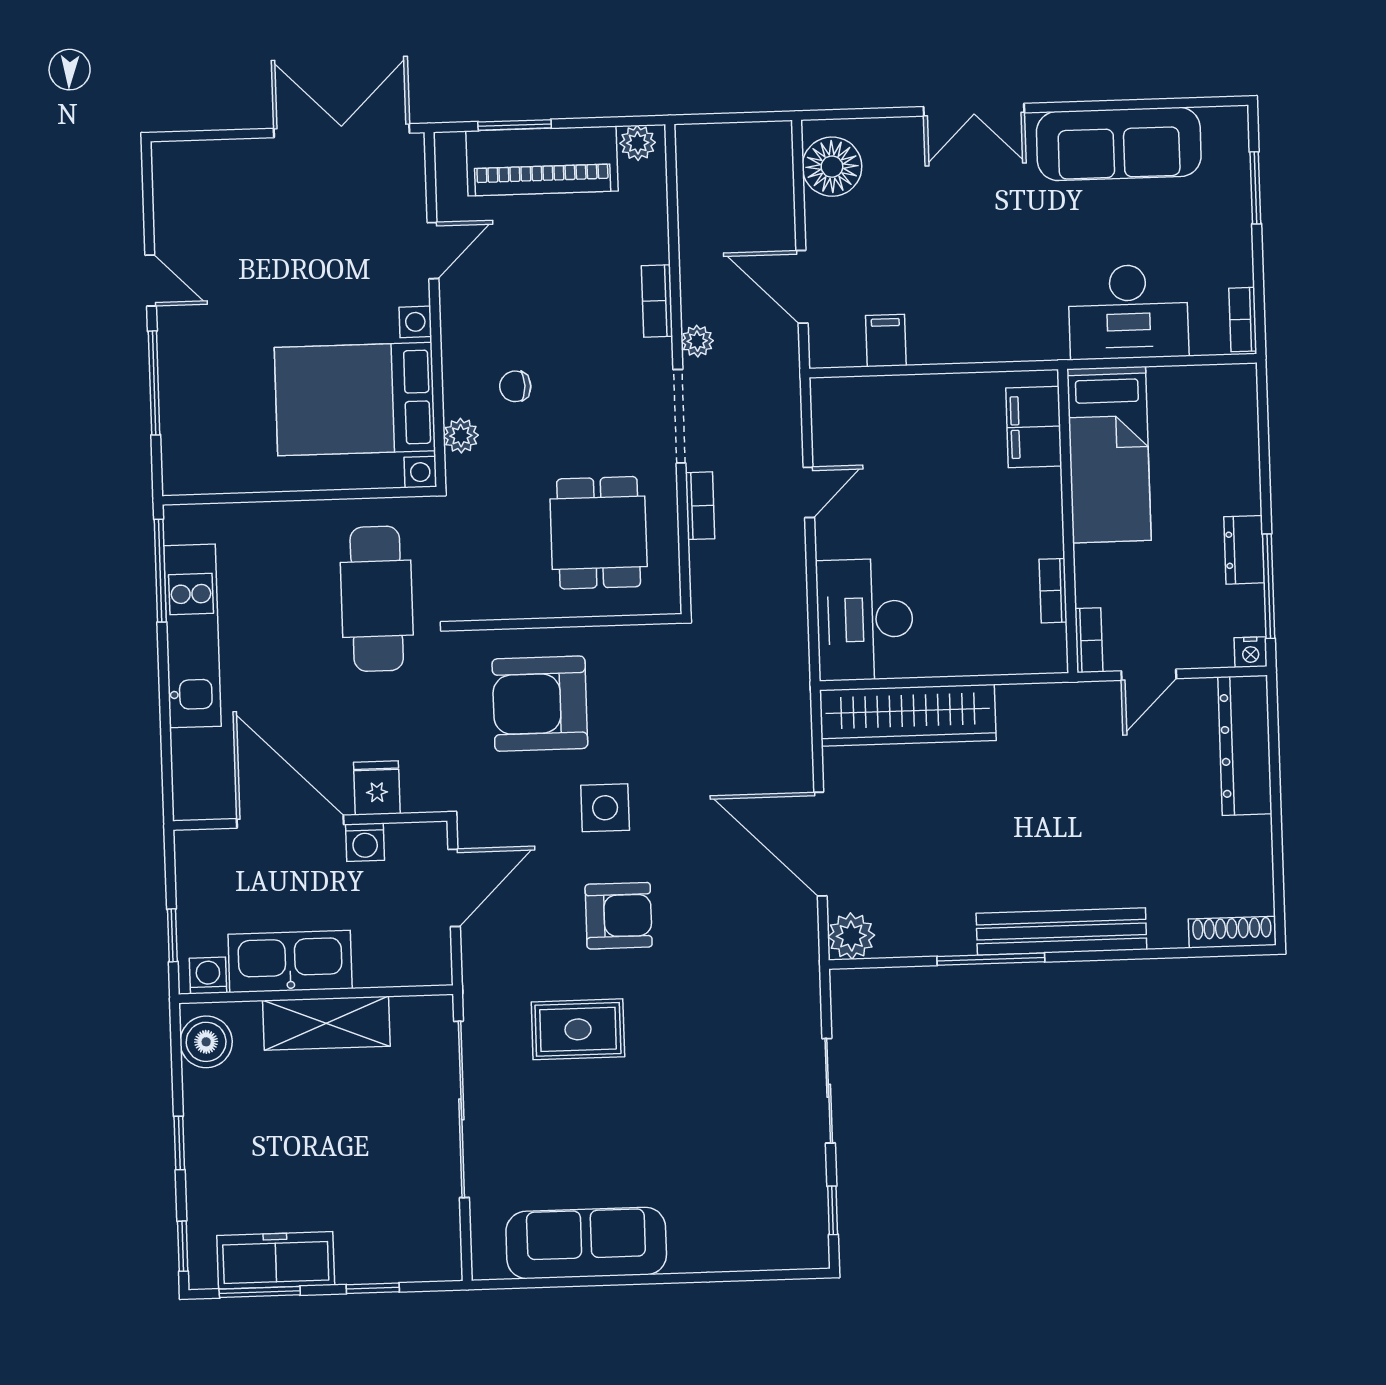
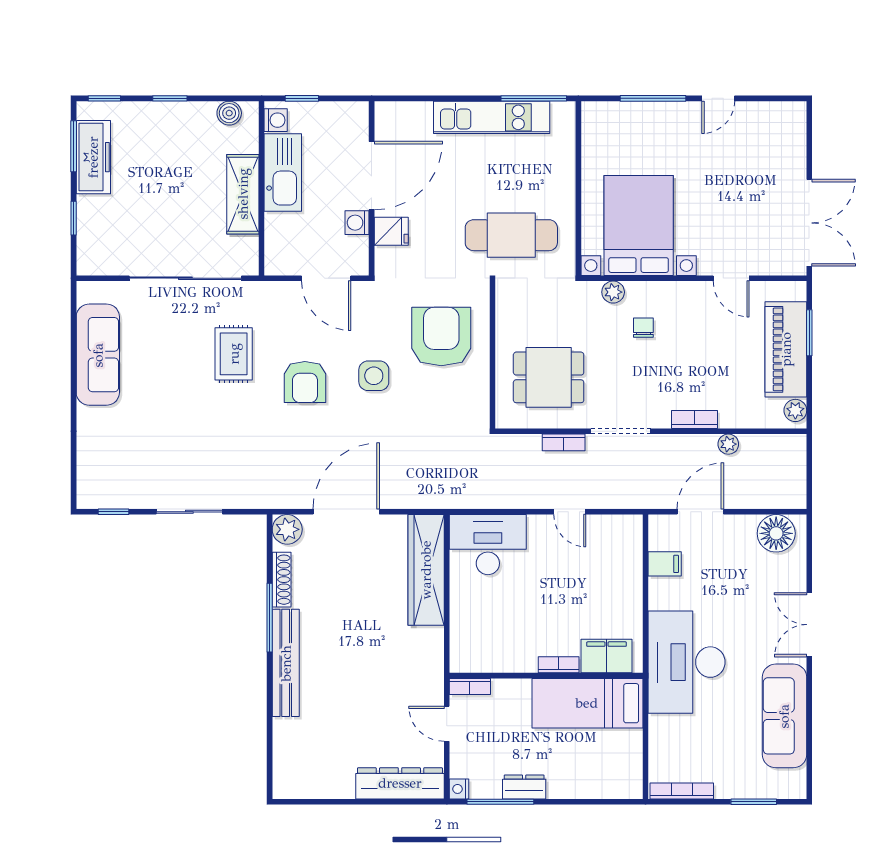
desk: (1128, 312) -> (687, 662), moved, width x1.36, depth x1.30
bookcase: (1243, 320) -> (682, 791), width x1.56
plant: (697, 341) -> (728, 444), moved
bookcase: (1053, 591) -> (559, 665), moved
shoe rack: (1232, 932) -> (282, 580), moved
boiler: (206, 1042) -> (229, 113), width x0.73, depth x0.73

